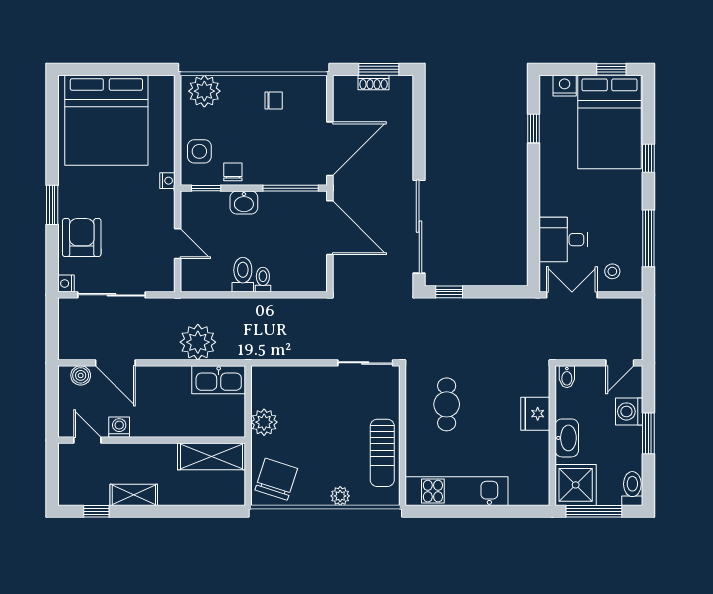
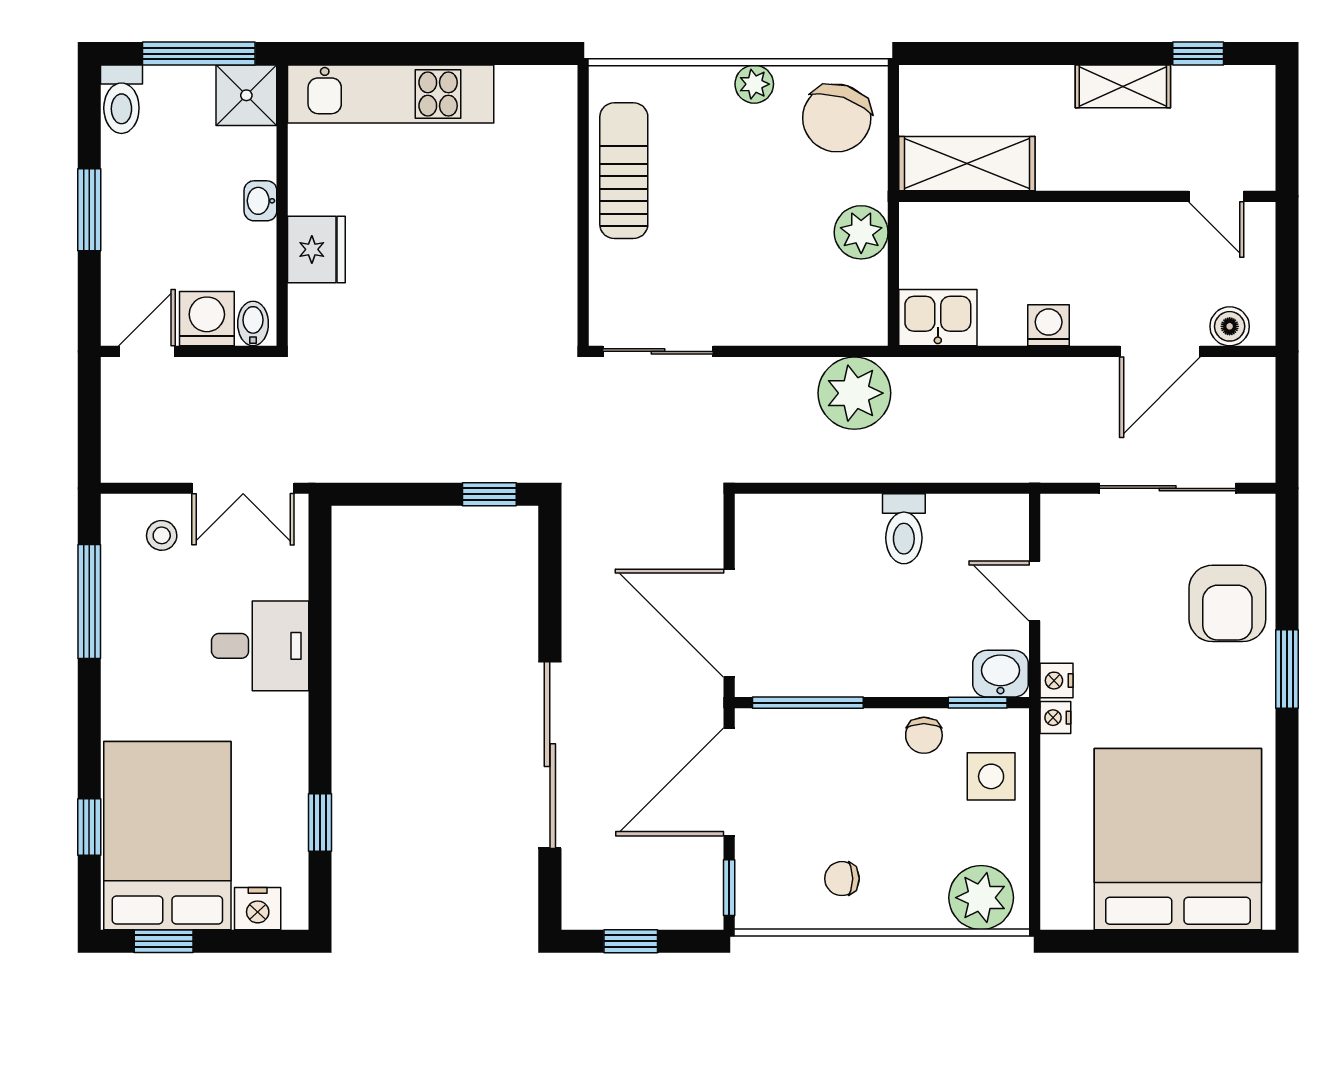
window: (379, 69) -> (631, 941), width x0.67
shoe rack: (374, 82) -> (641, 915), removed
window: (330, 96) -> (729, 888), added
window: (648, 158) -> (89, 827), moved
washbasin: (244, 202) -> (1000, 674), moved
sliding door: (419, 227) -> (550, 755), moved
desk: (563, 240) -> (260, 646), moved
toilet: (263, 280) -> (864, 519), removed
nightstand: (66, 283) -> (1057, 681), moved, turned 180
plant: (198, 342) -> (854, 393), moved
door: (115, 363) -> (1160, 351), swing flipped
kitchen sink: (219, 380) -> (938, 318), width x0.73
cafe table: (447, 404) -> (495, 268), removed
washing machine: (629, 411) -> (207, 319), moved, turned -90
washing machine: (119, 427) -> (1049, 325), moved, turned 180
washbasin: (567, 438) -> (260, 201), width x0.52, depth x0.69
shower: (576, 485) -> (246, 95), width x0.73, depth x0.73
kitchen unit: (457, 491) -> (391, 94), moved
plant: (340, 496) -> (754, 84), moved

